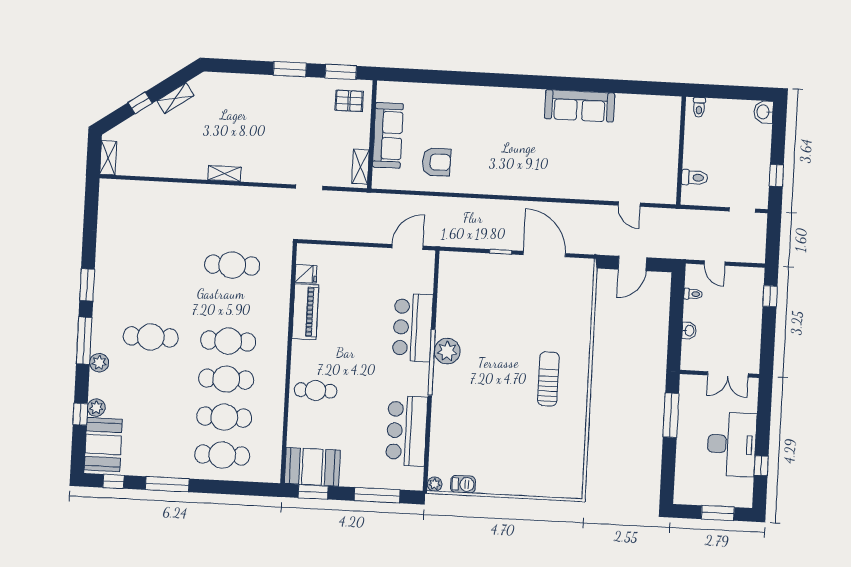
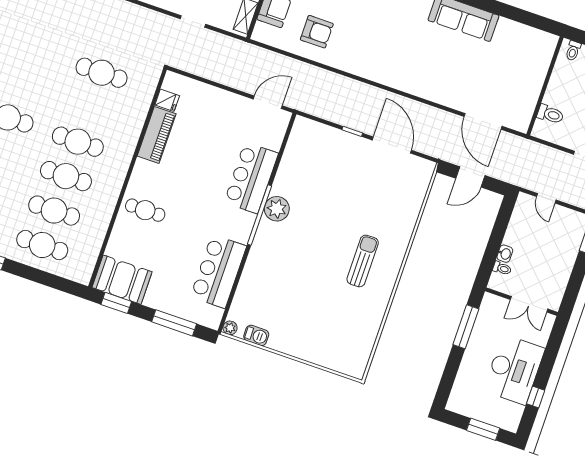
door: (629, 204) -> (483, 121), width x1.88
toilet: (693, 294) -> (502, 268), moved

